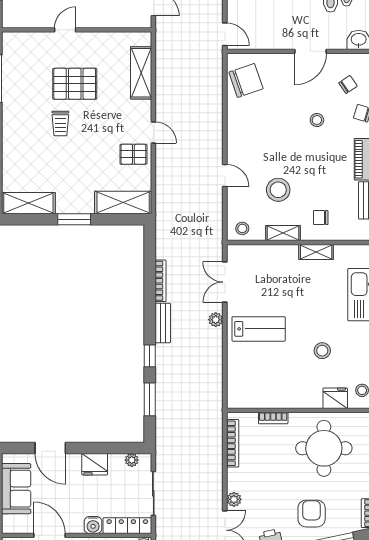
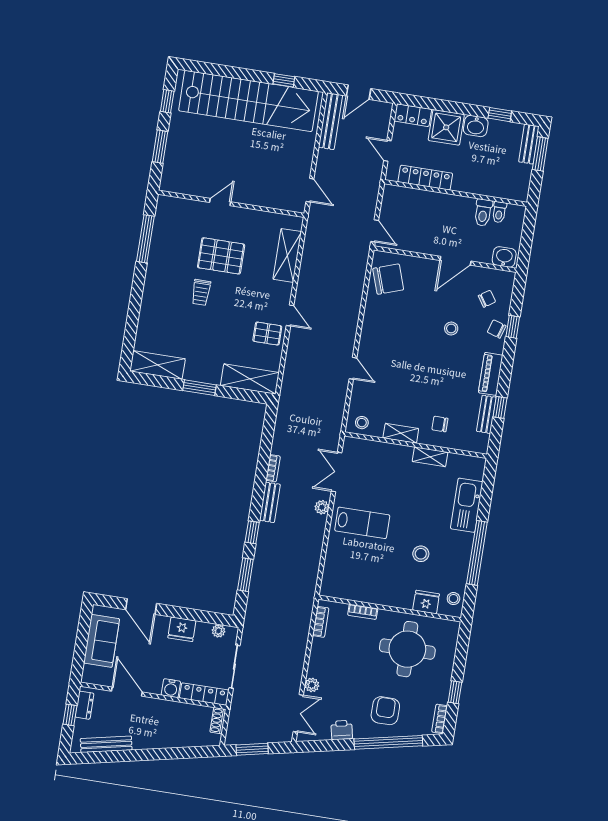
stool: (278, 190) -> (403, 390), removed
bookcase: (160, 281) -> (273, 468), width x0.64
bookcase: (233, 443) -> (321, 622), width x0.64

